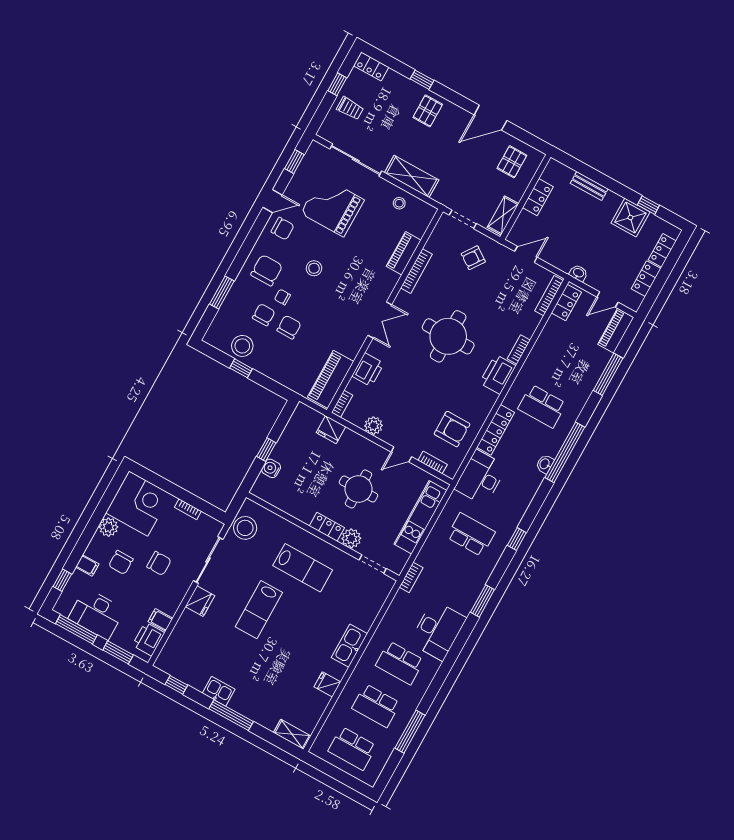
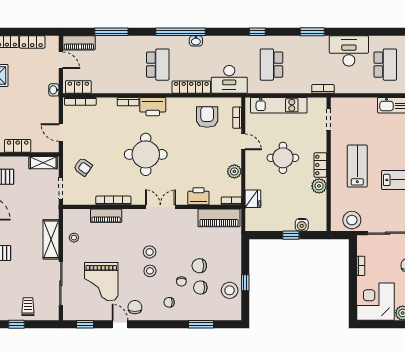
chair: (267, 270) -> (169, 302), width x0.54, depth x0.54
stool: (336, 280) -> (150, 252), added
plant: (351, 538) -> (319, 186), moved

